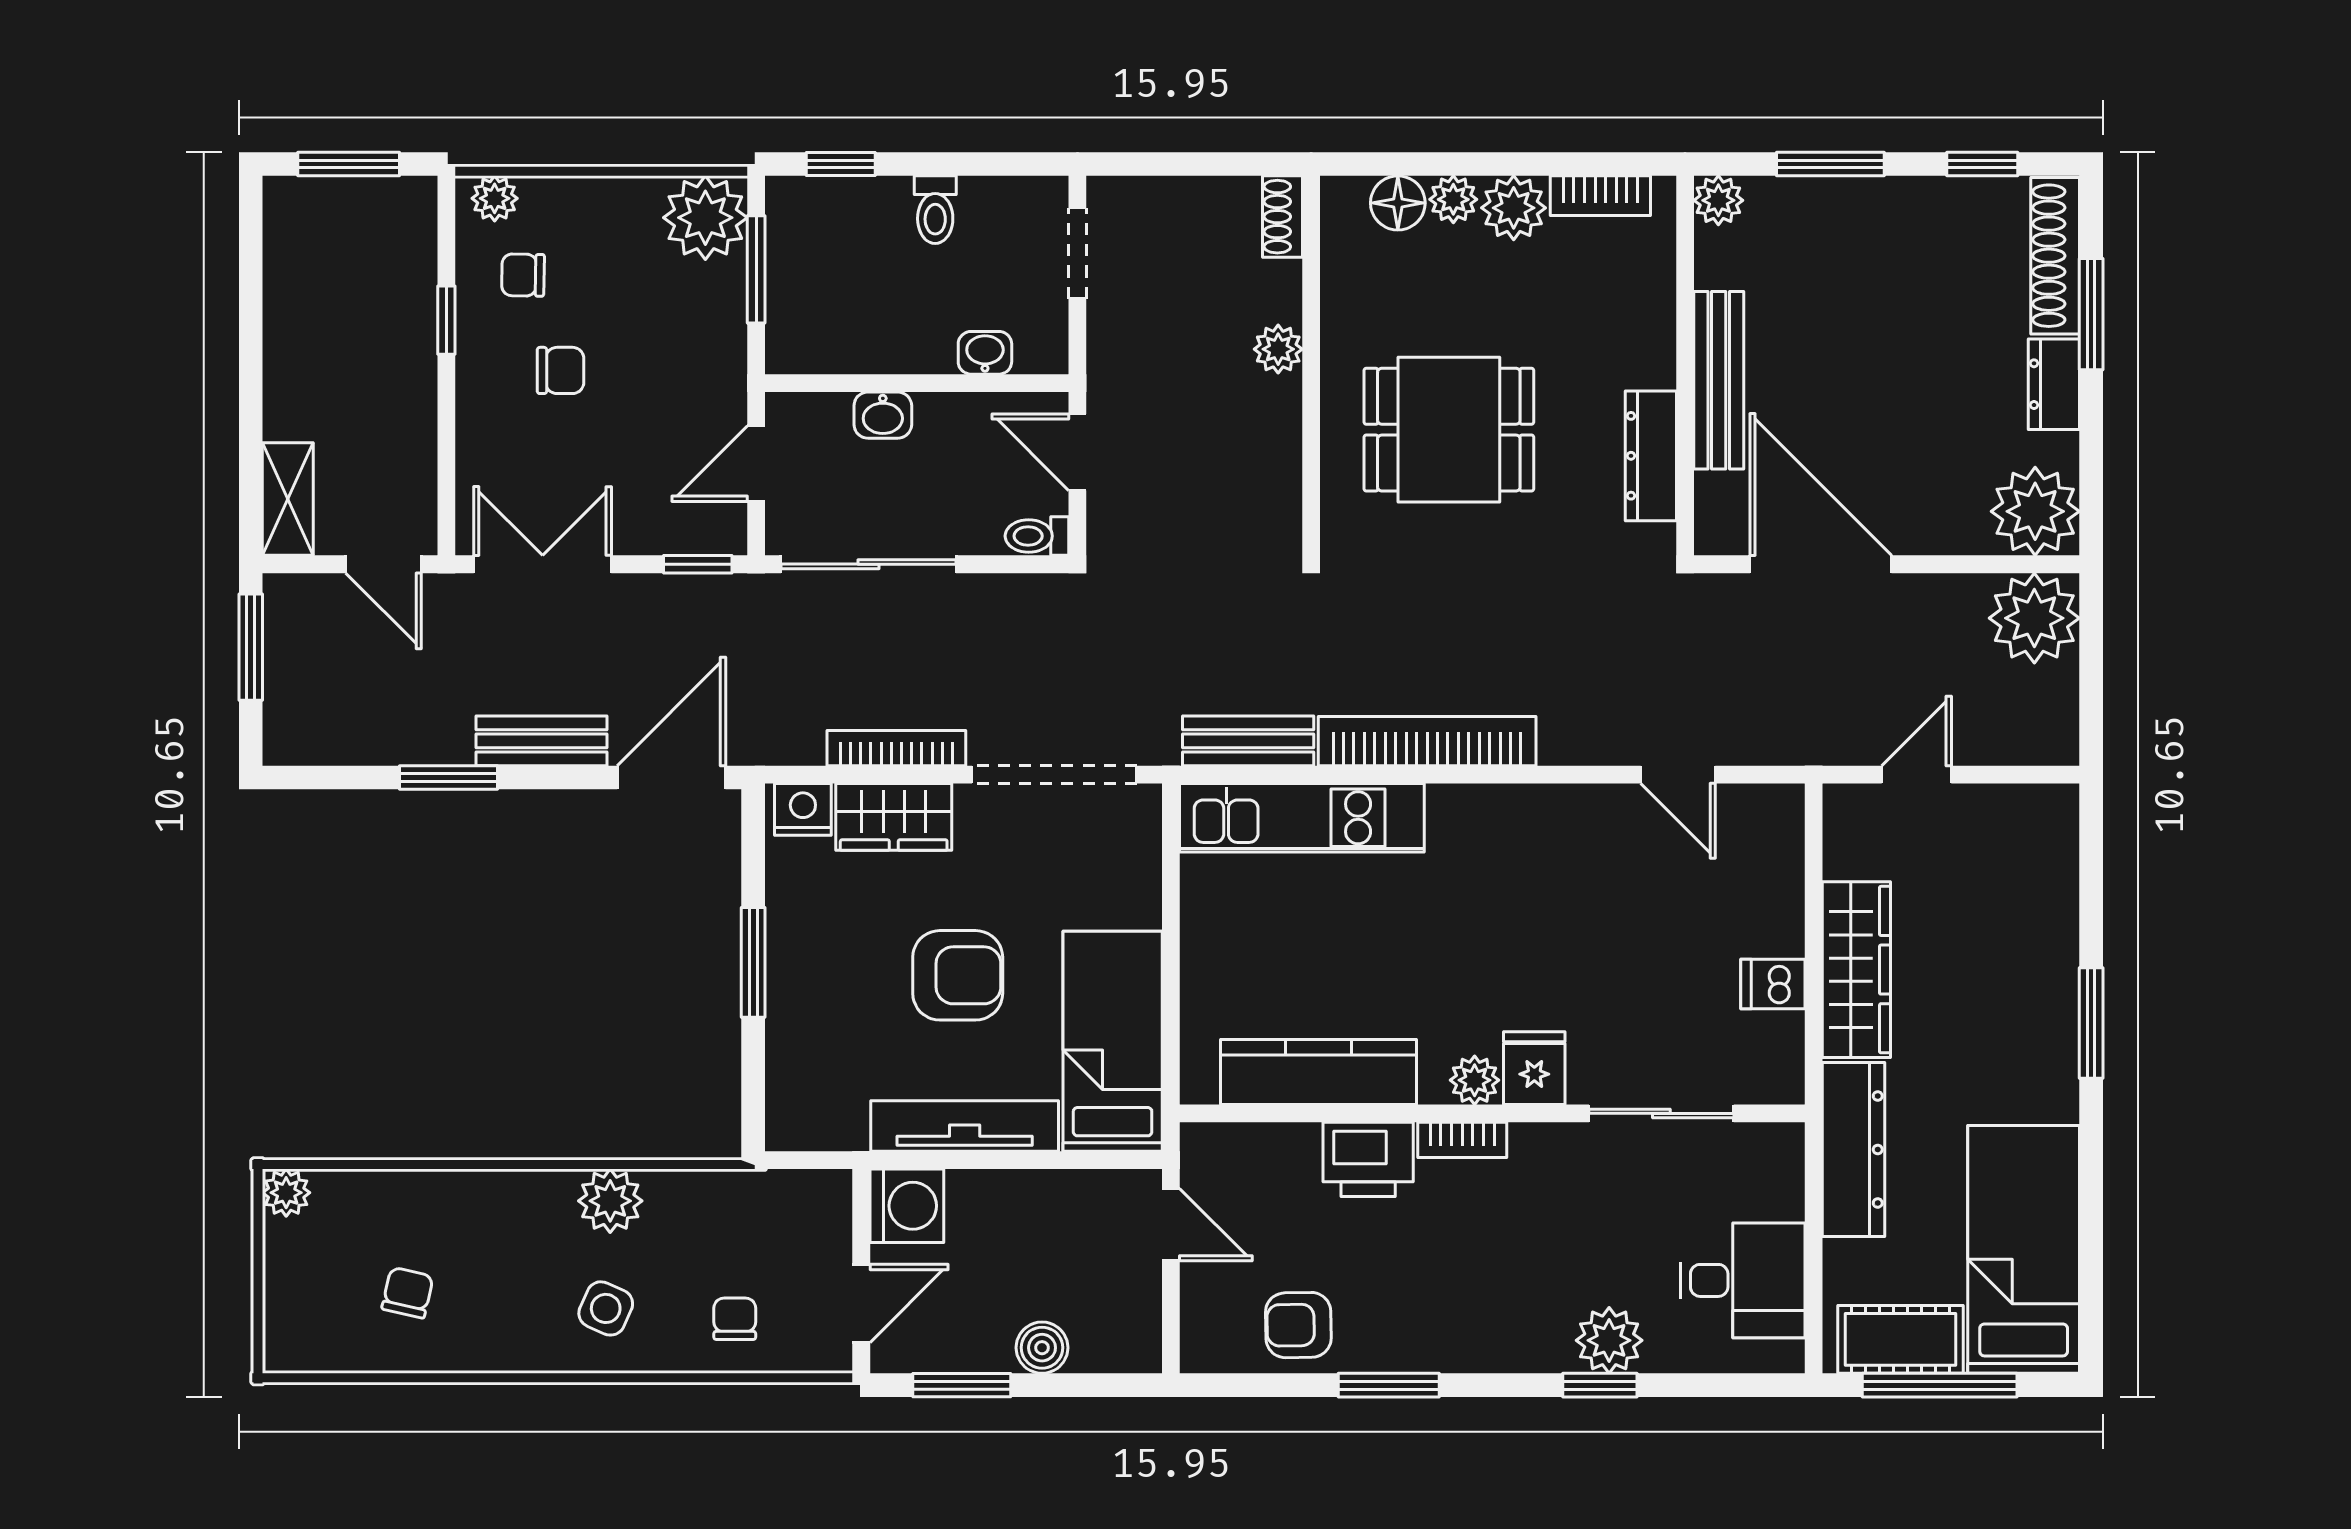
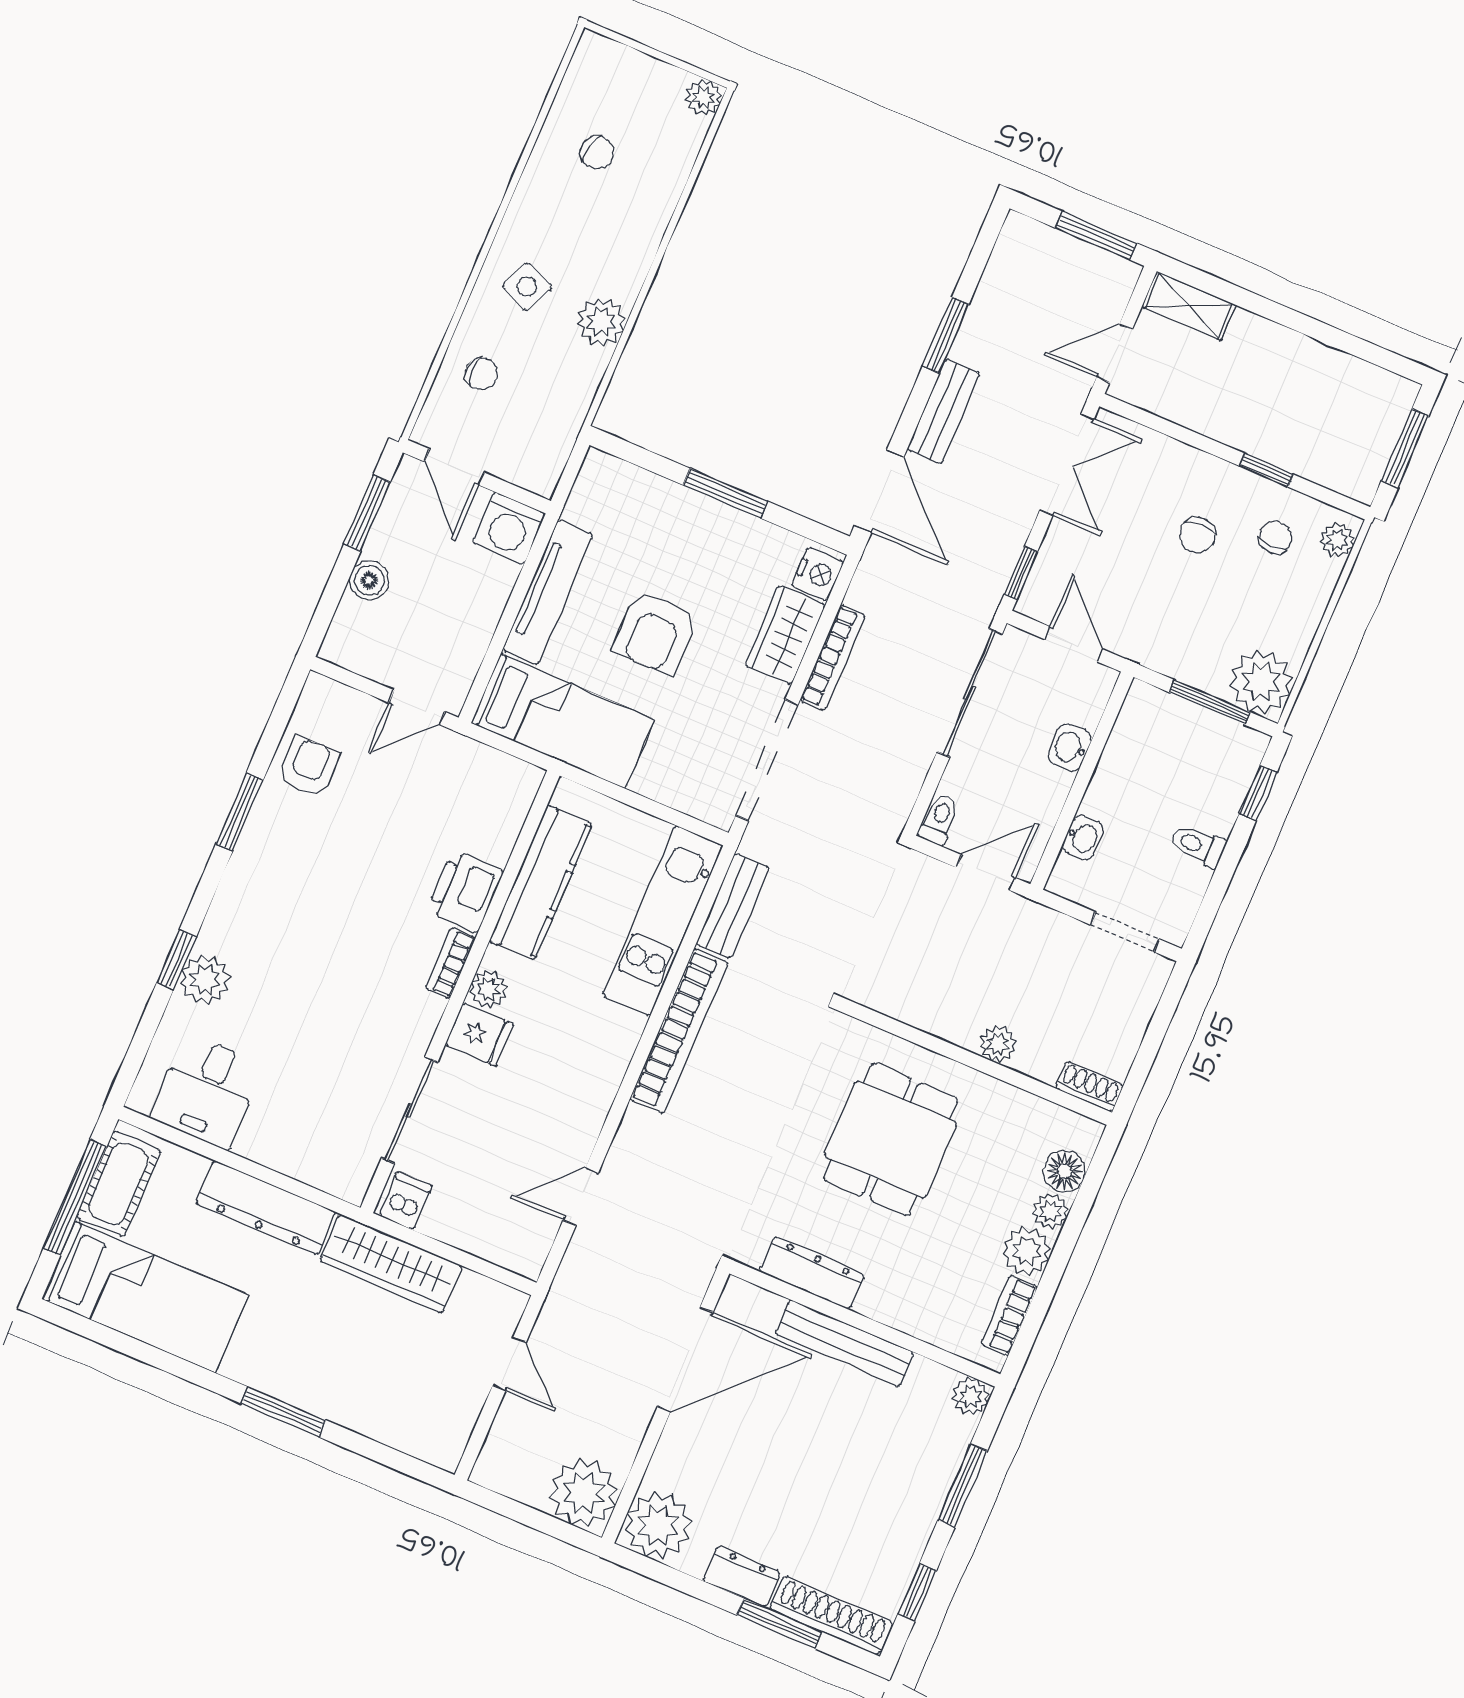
fridge: (1534, 1068) -> (479, 1035), moved
kitchen counter: (1319, 1072) -> (541, 882), moved
plant: (1475, 1080) -> (489, 989), moved
wall: (1492, 1113) -> (460, 992), moved
sliding door: (1661, 1113) -> (410, 1110), moved
bookcase: (1462, 1140) -> (451, 963), moved
printer: (1368, 1159) -> (465, 891), moved

